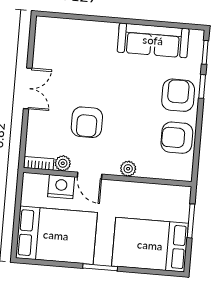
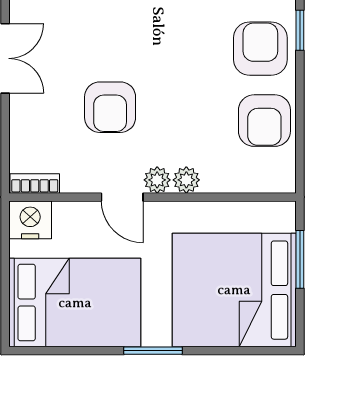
armchair: (177, 138) -> (264, 121), turned -90
plant: (63, 163) -> (157, 180), moved
nightstand: (61, 187) -> (30, 220), moved
bed: (150, 245) -> (234, 290), width x1.36

